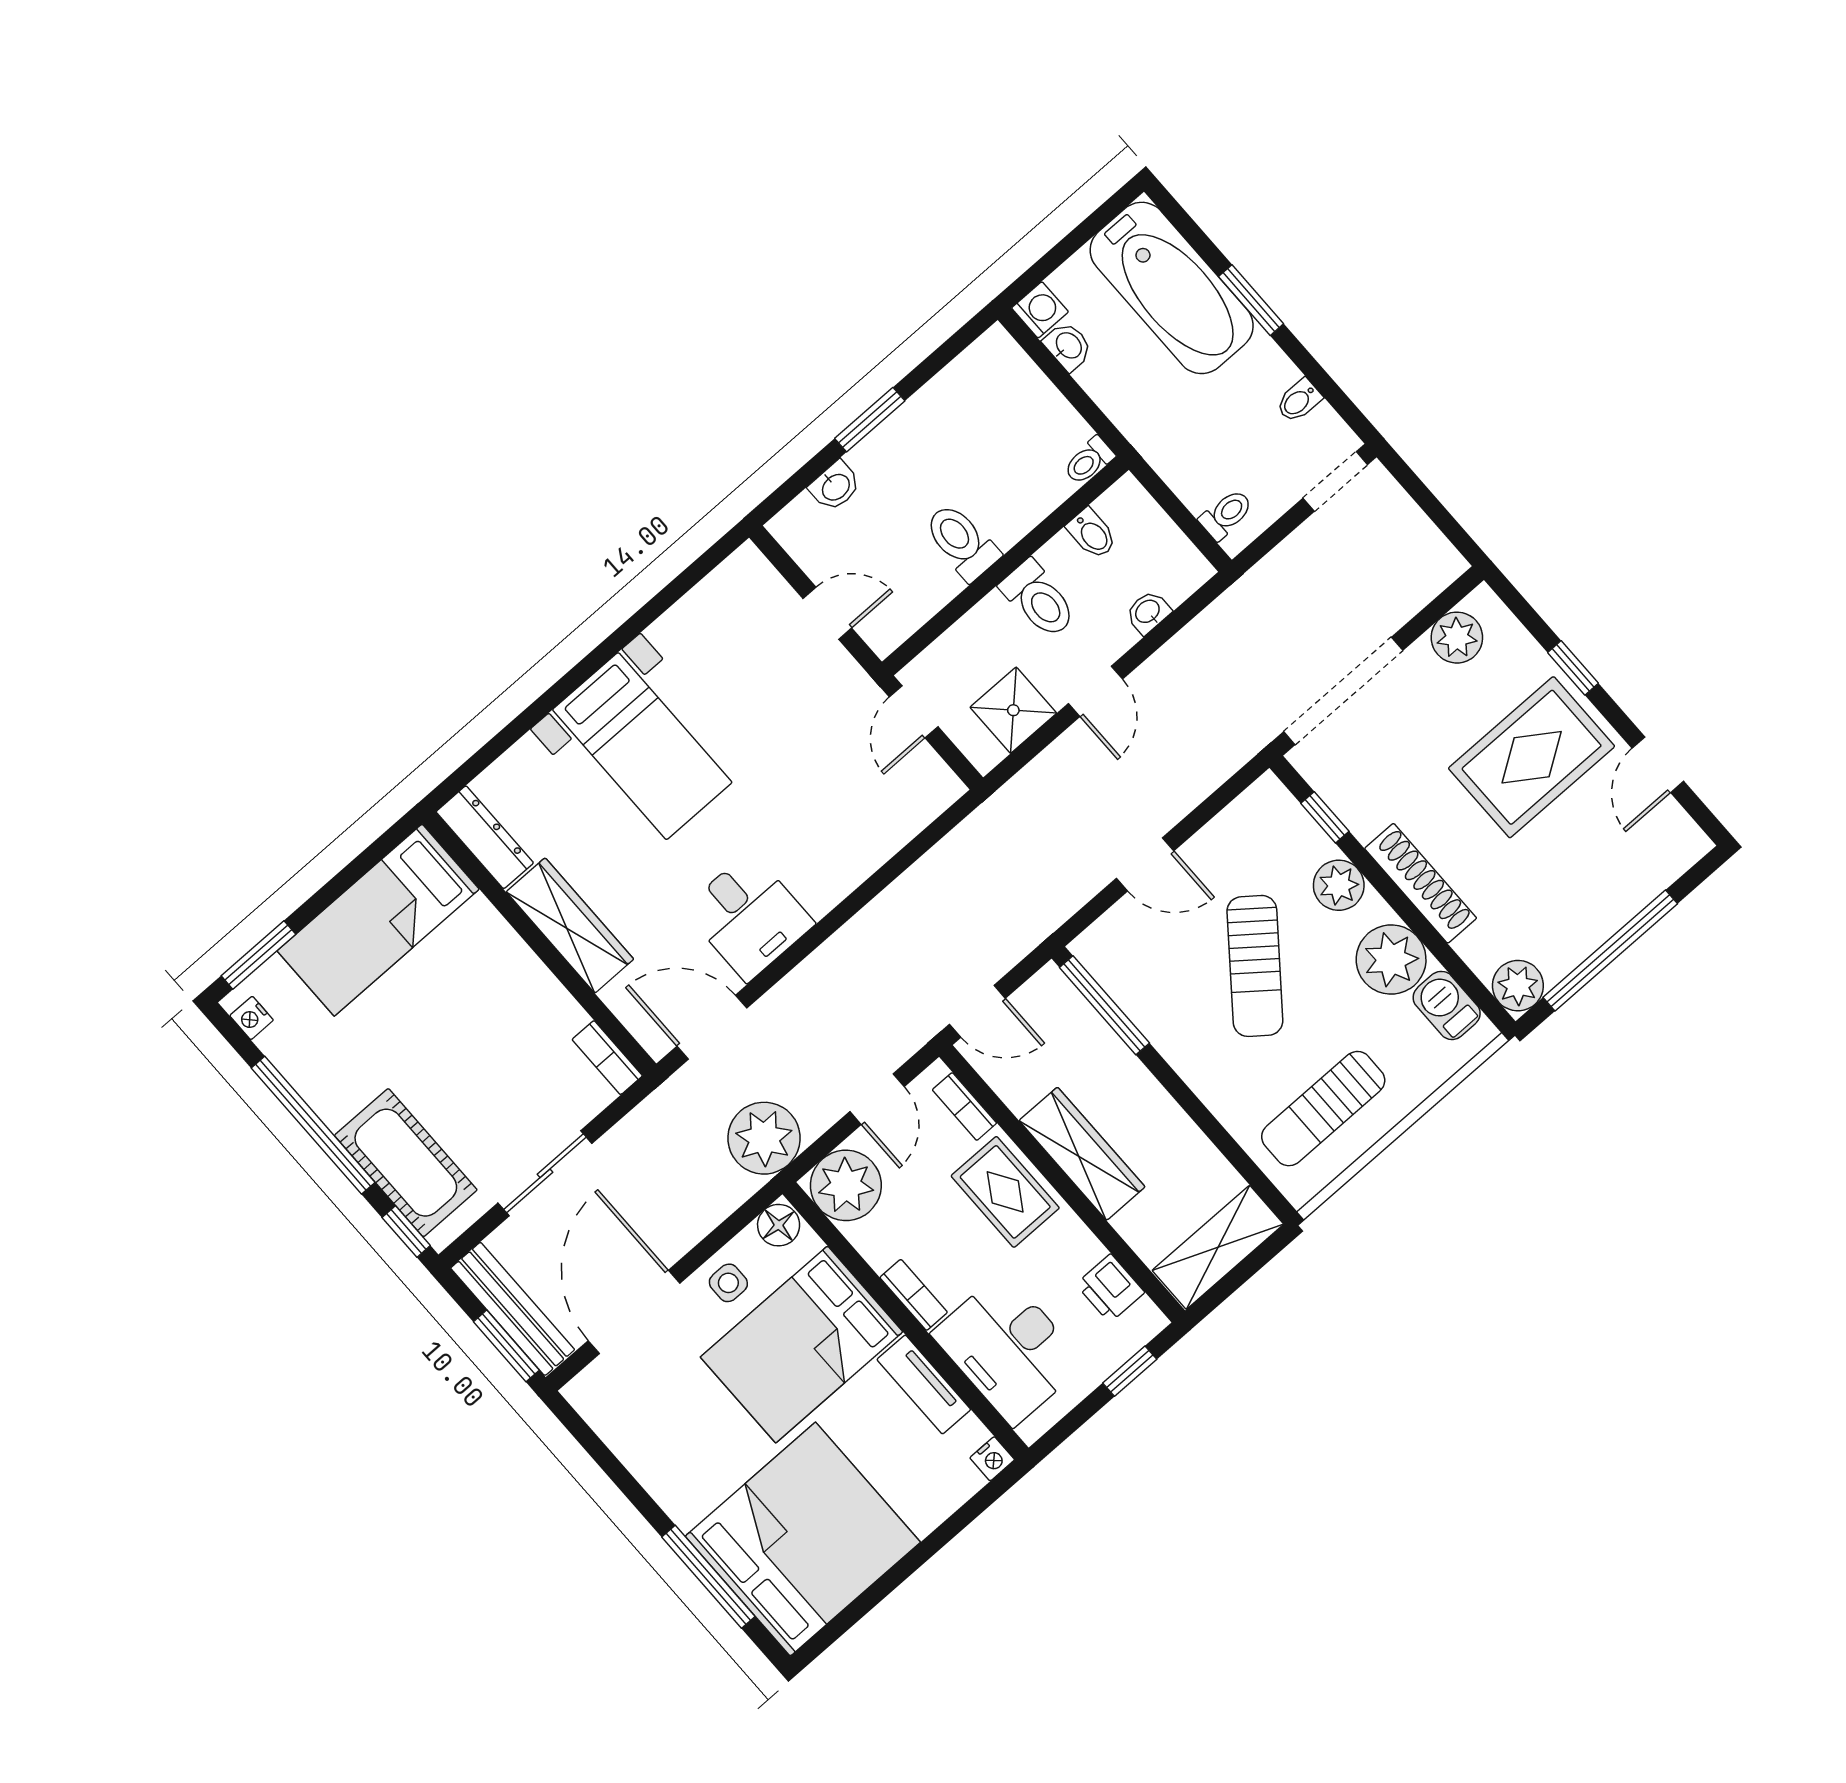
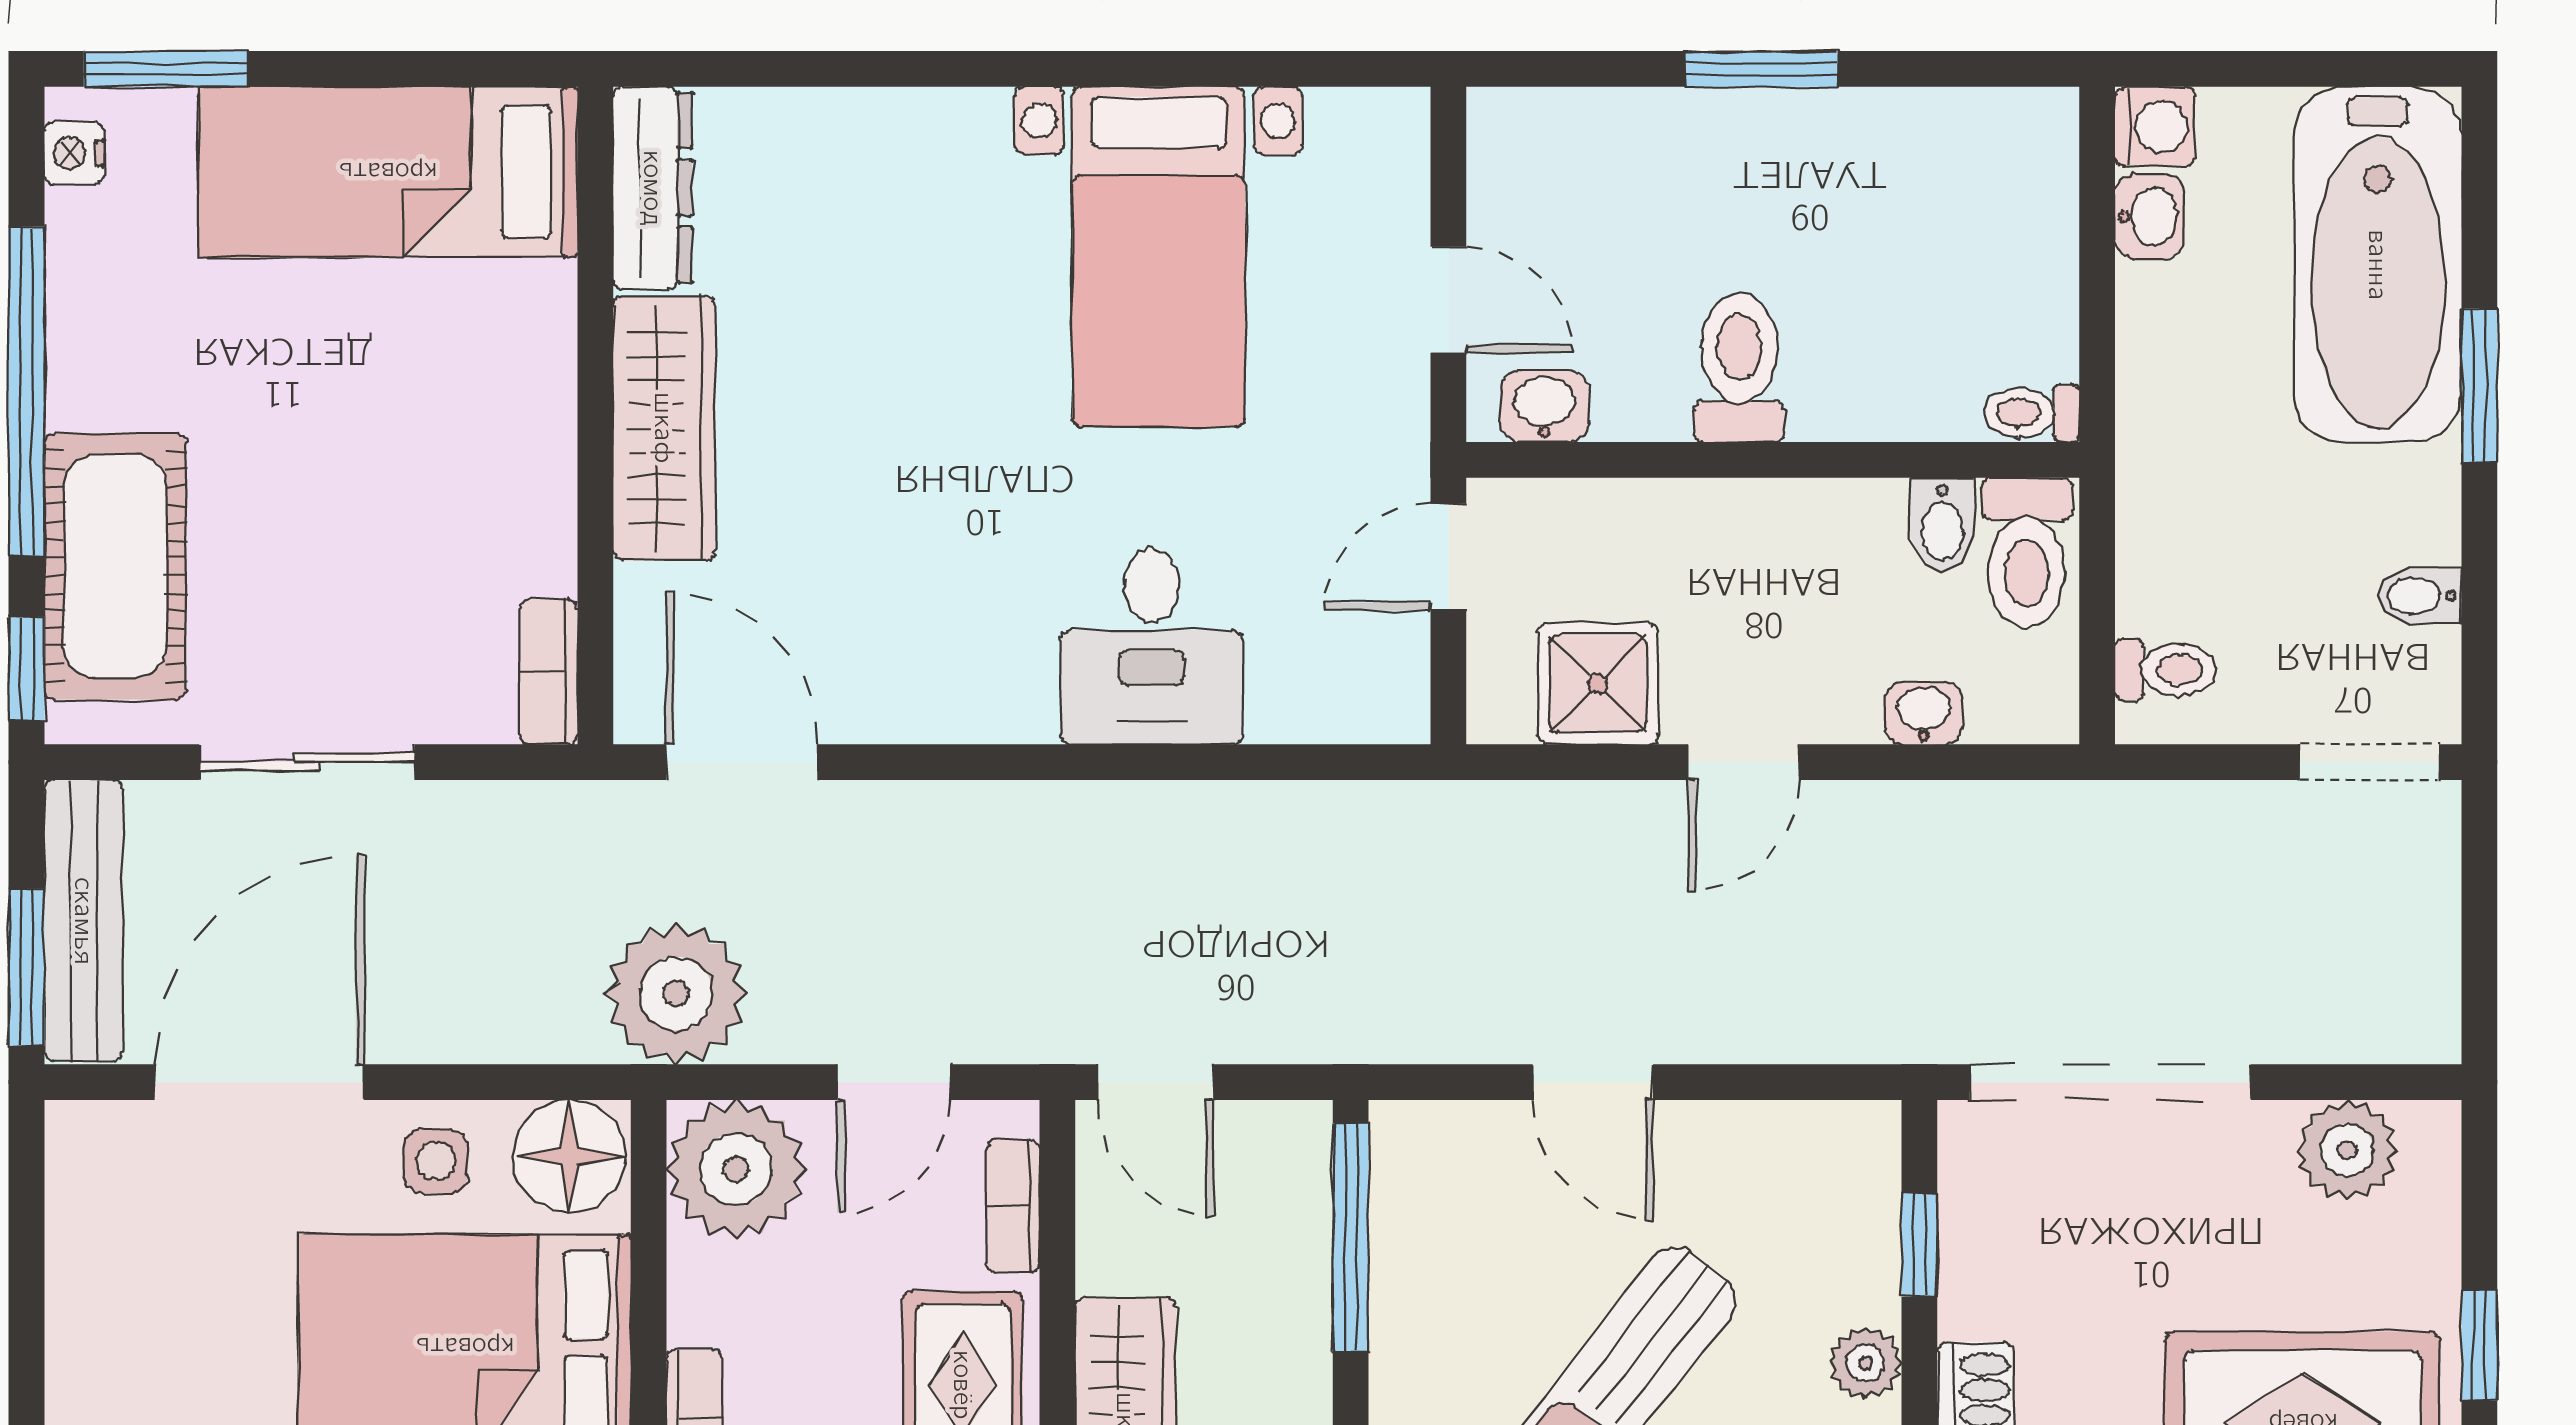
washbasin: (835, 486) -> (1545, 406), moved, turned 180
toilet: (1039, 599) -> (2027, 553), moved
bed with nightstands: (642, 746) -> (1159, 257), moved
plant: (1339, 885) -> (1866, 1363), width x0.73, depth x0.73
desk: (749, 916) -> (1151, 646), moved
floor lamp: (779, 1225) -> (570, 1156), width x1.38, depth x1.38

